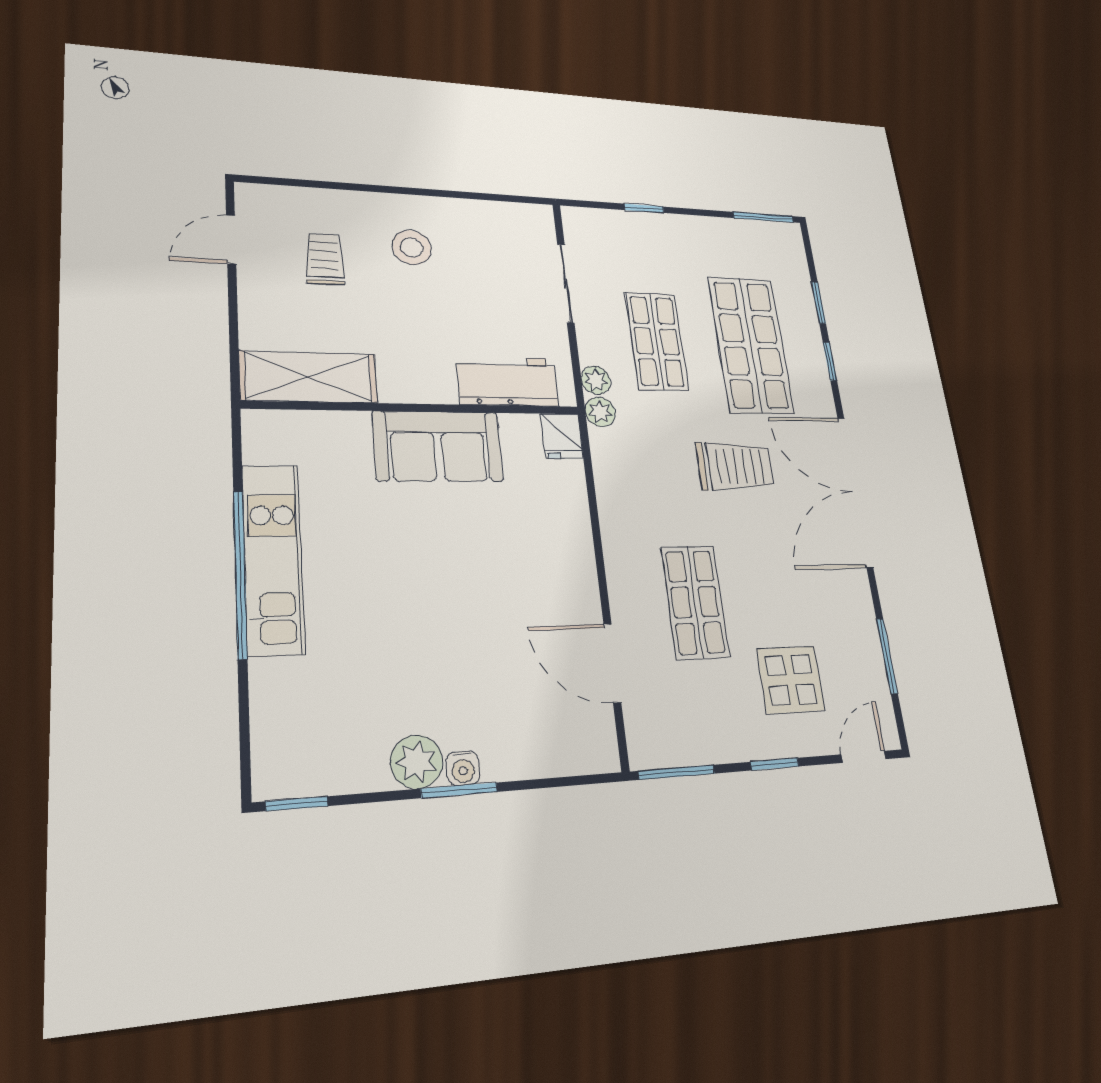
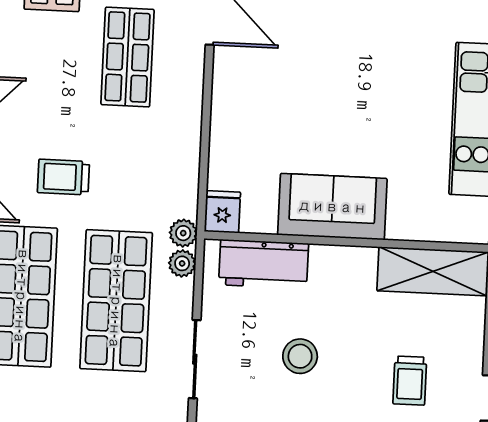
stool: (412, 247) -> (300, 356), moved
shop shelf: (657, 341) -> (116, 301), width x1.43, depth x1.36
trolley: (735, 466) -> (63, 177), width x0.73, depth x0.72

